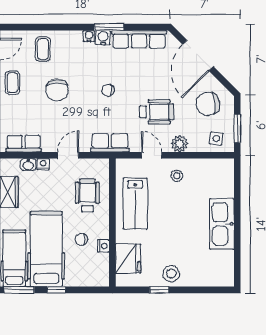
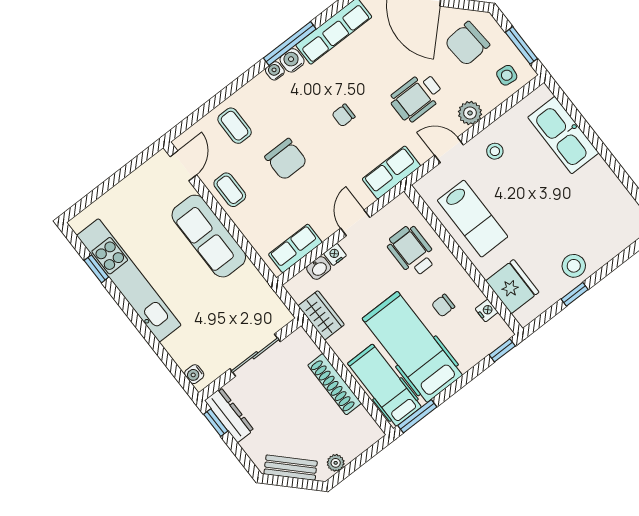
window: (109, 27) -> (290, 44), width x1.44
wheelchair: (157, 112) -> (417, 97), turned 180
kitchen sink: (222, 224) -> (563, 135), moved
nightstand: (103, 246) -> (487, 311), moved
window: (56, 290) -> (502, 350), moved

